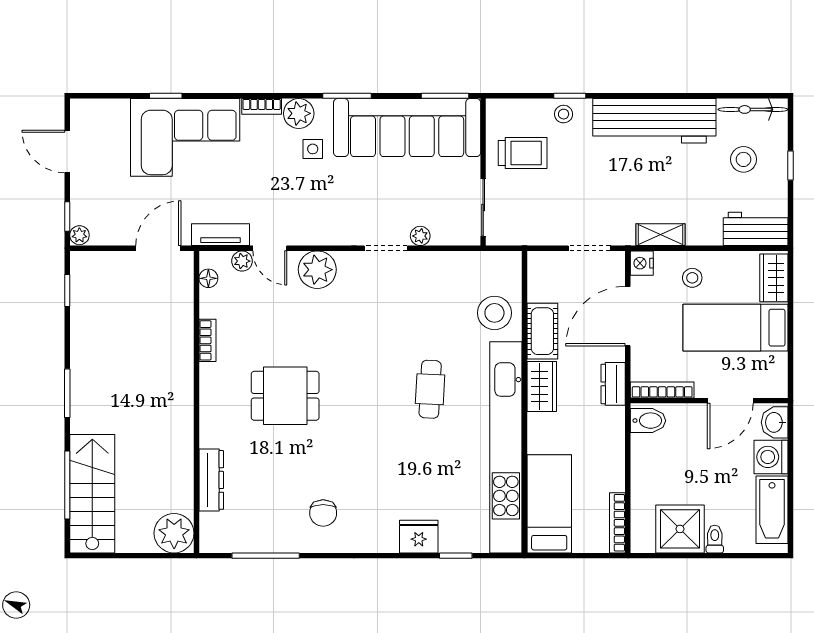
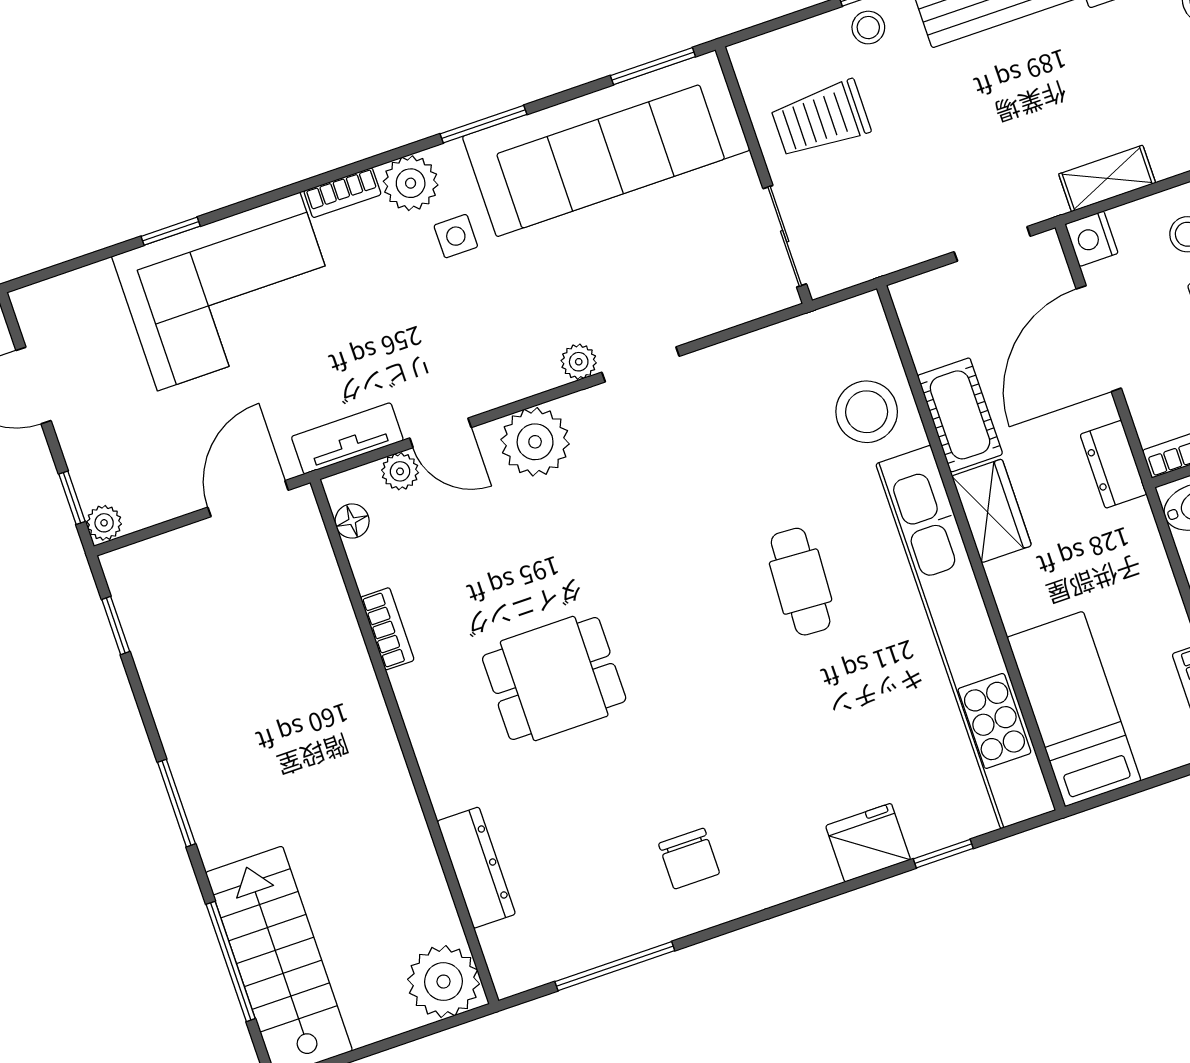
trolley: (523, 153) -> (821, 119), turned 180
plant: (420, 236) -> (579, 362), moved

